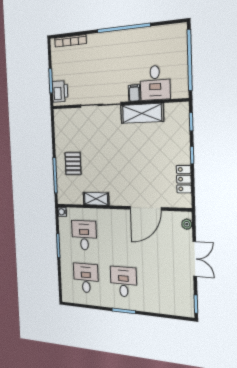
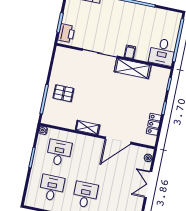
desk: (155, 83) -> (162, 52), moved
pallet: (73, 164) -> (63, 93), turned 90
shelving: (96, 199) -> (88, 128), moved
double door: (195, 259) -> (148, 184), swing flipped

